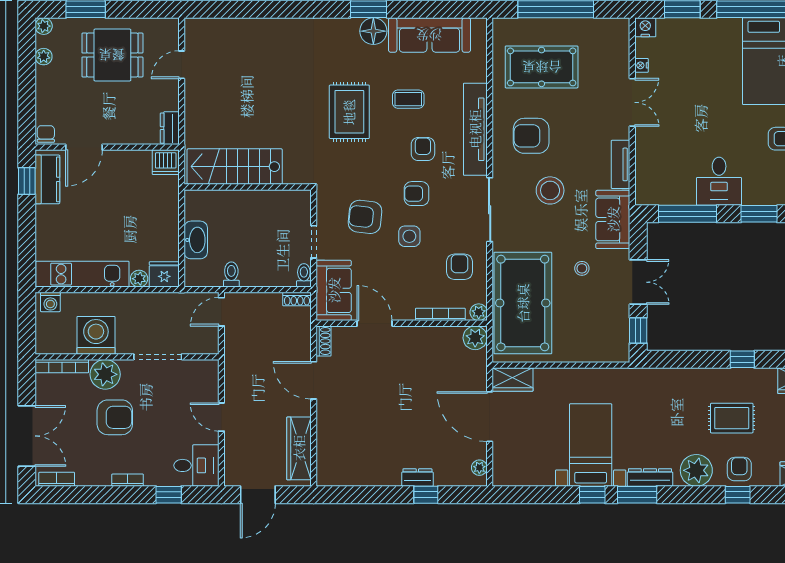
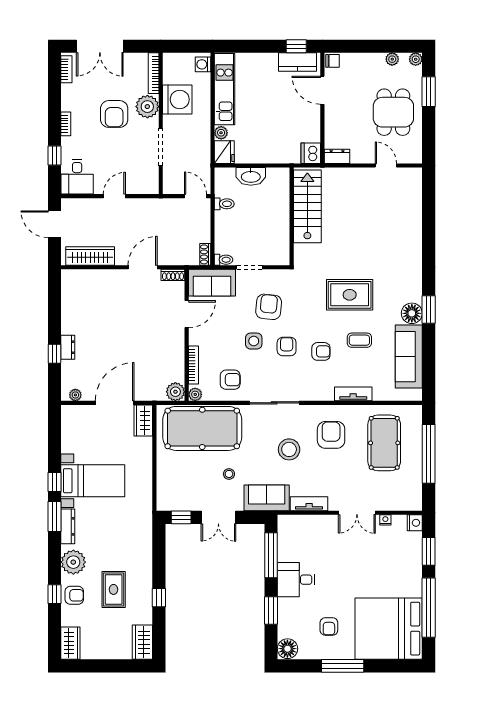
coffee table: (408, 99) -> (359, 340), turned 90
tv unit: (475, 129) -> (353, 394), width x0.52, depth x0.78

